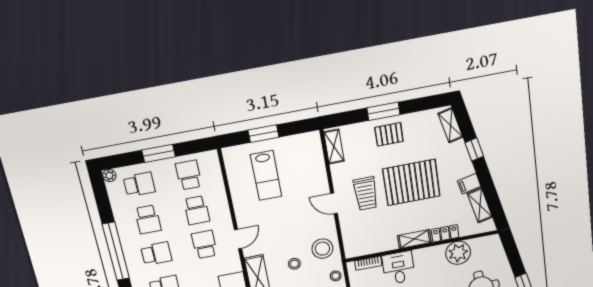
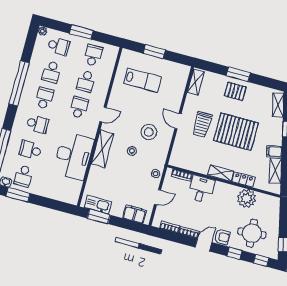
lab bench: (266, 176) -> (143, 80), turned -90
stool: (322, 249) -> (149, 132), moved
school desk: (156, 254) -> (44, 98), turned -90

